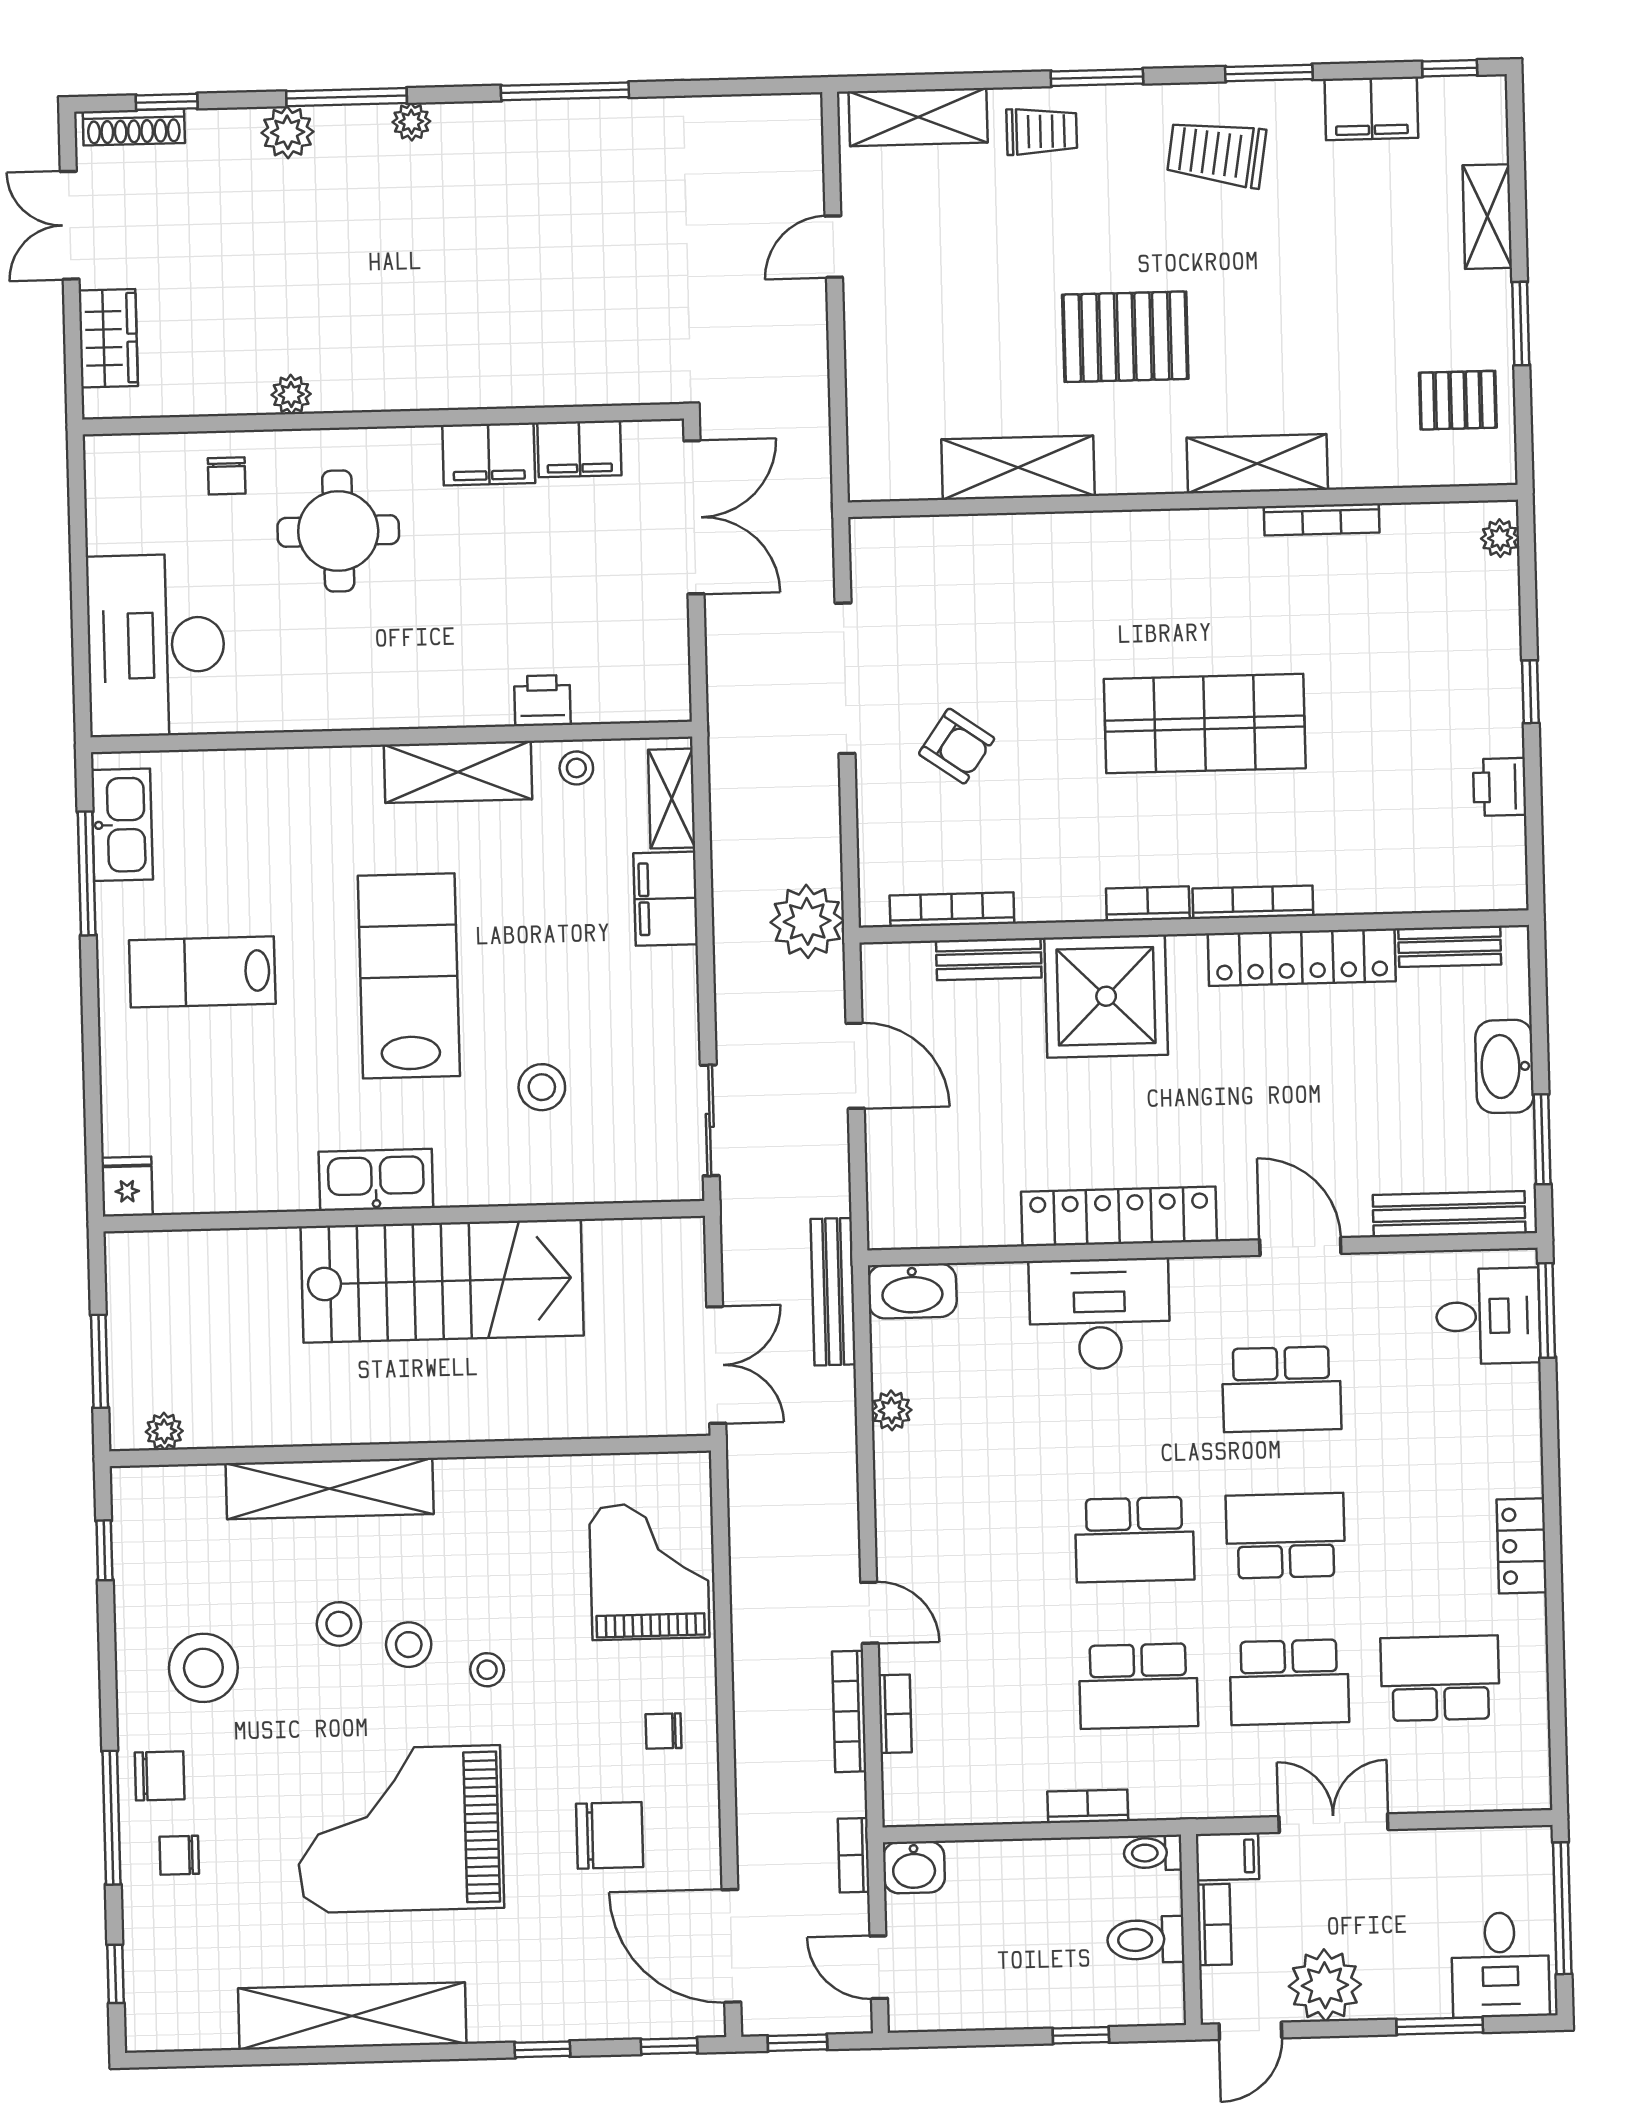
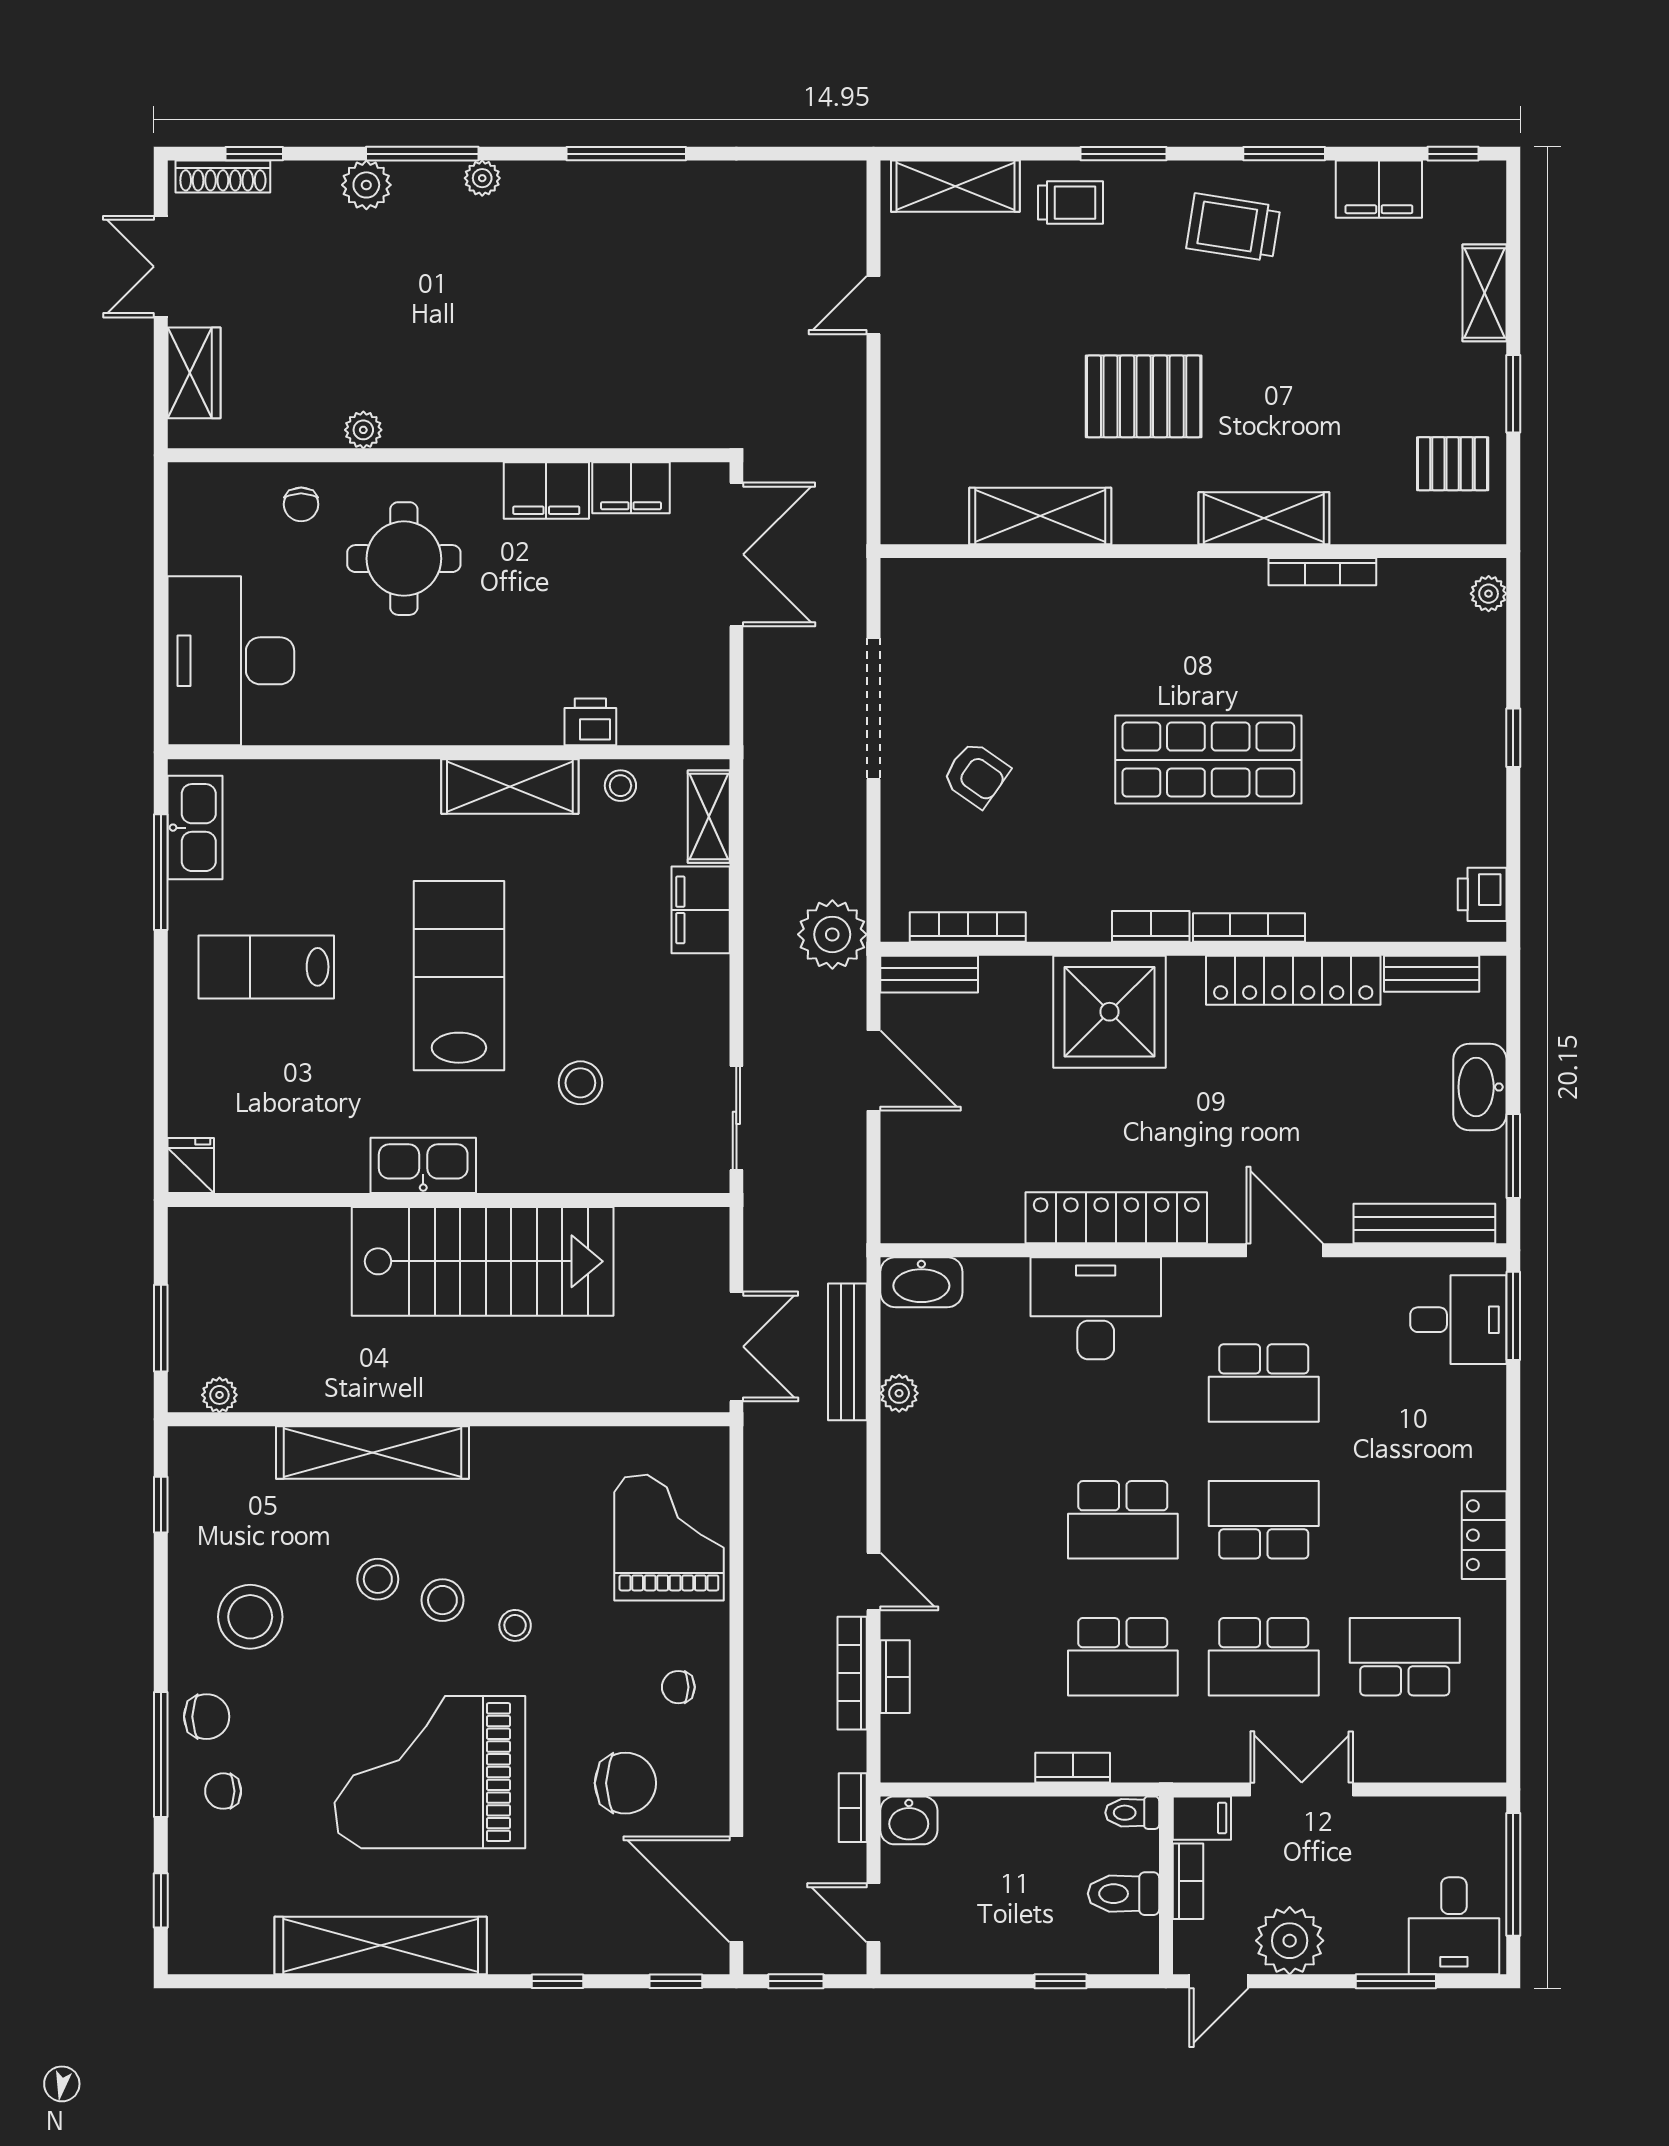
printer: (1500, 787) -> (1482, 894), moved
bench: (989, 959) -> (929, 974), moved
bench: (833, 1292) -> (847, 1352), moved

